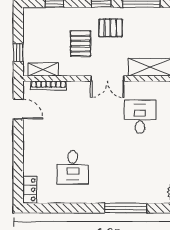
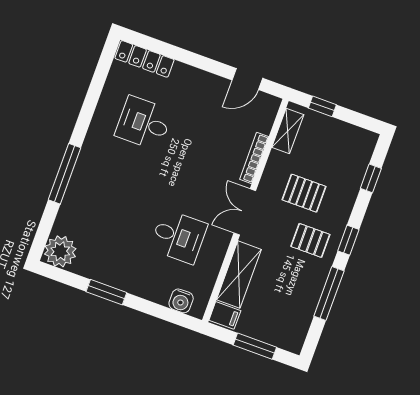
pallet: (111, 28) -> (310, 240), turned 90
bookcase: (48, 85) -> (254, 158), moved
locker: (30, 190) -> (145, 59), width x1.53

